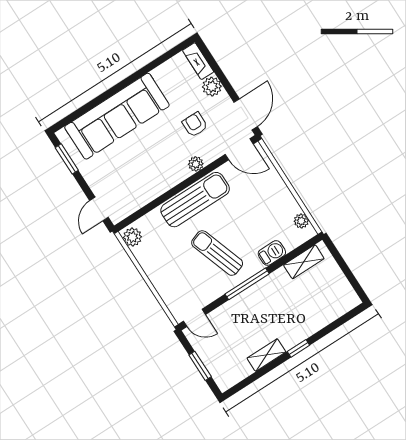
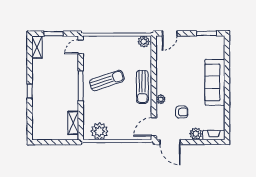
sofa: (117, 116) -> (215, 82), width x0.74, depth x0.79
sun lounger: (195, 200) -> (142, 87), width x0.73, depth x0.75
door: (99, 209) -> (170, 33), swing flipped
plant: (301, 221) -> (99, 131), width x1.88, depth x1.88
barbecue: (272, 253) -> (89, 109), removed
shelving: (266, 355) -> (37, 47), moved

